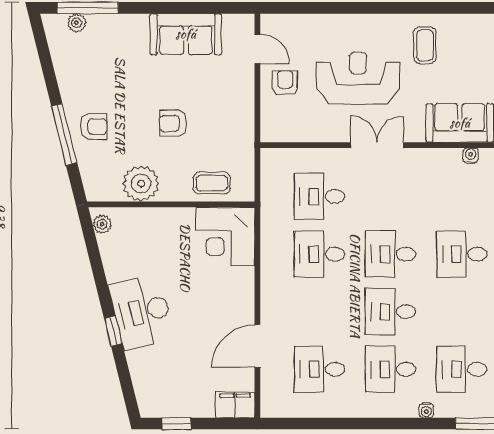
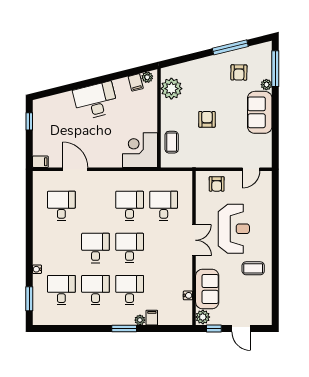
plant: (77, 23) -> (266, 85), moved
sofa: (186, 34) -> (260, 112), moved
armchair: (285, 83) -> (217, 184), moved, turned 90
armchair: (94, 126) -> (239, 72), moved
window: (64, 134) -> (230, 47), moved
plant: (141, 183) -> (171, 89), moved
filing cabinet: (111, 244) -> (136, 82), added
window: (113, 331) -> (84, 84), removed
desk: (391, 369) -> (95, 290), moved
filing cabinet: (235, 405) -> (40, 162), width x0.50

